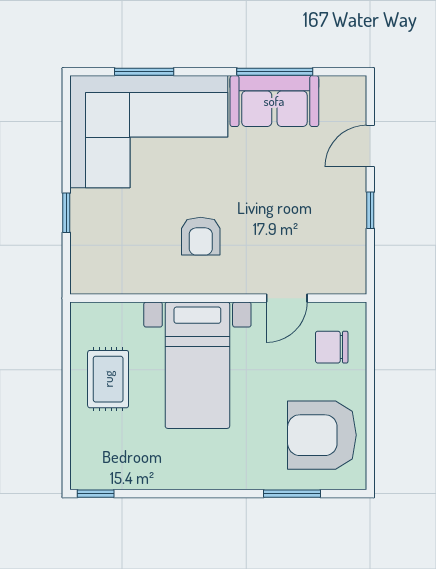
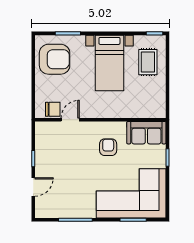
sofa: (274, 101) -> (146, 133), moved, turned 180
chair: (332, 347) -> (53, 109), moved
bed with nightstands: (197, 365) -> (109, 63), moved, turned 180
rug: (108, 379) -> (148, 62), moved

